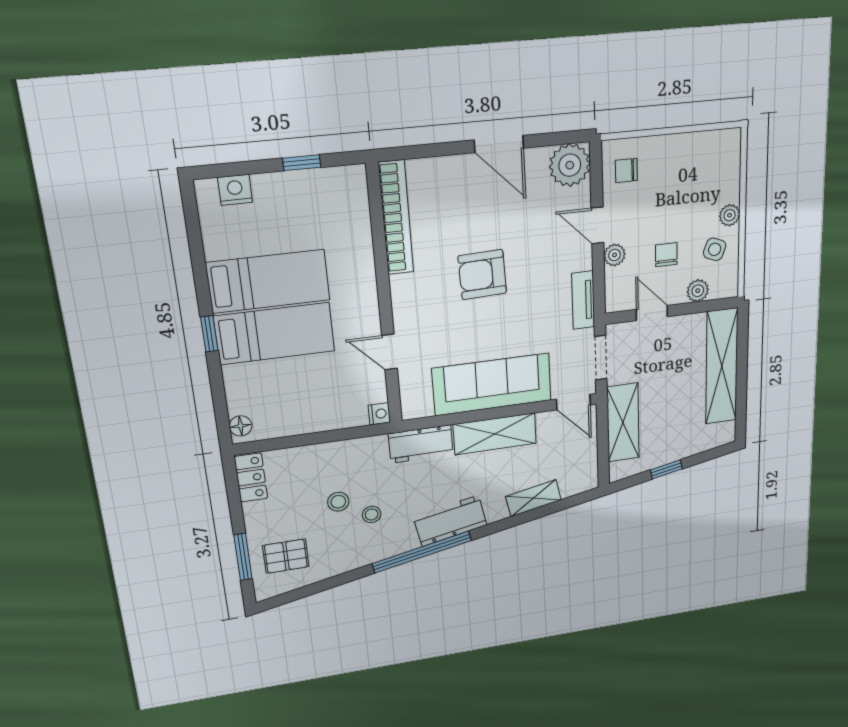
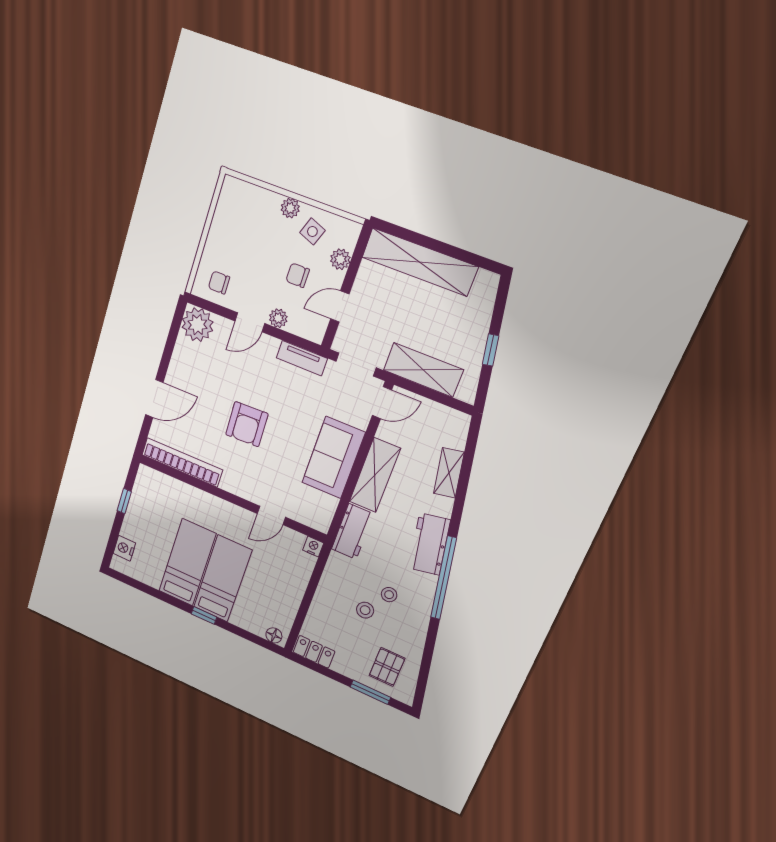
door: (499, 144) -> (154, 399), moved
chair: (626, 170) -> (219, 283), turned 90
sofa: (492, 384) -> (333, 458), width x0.73

